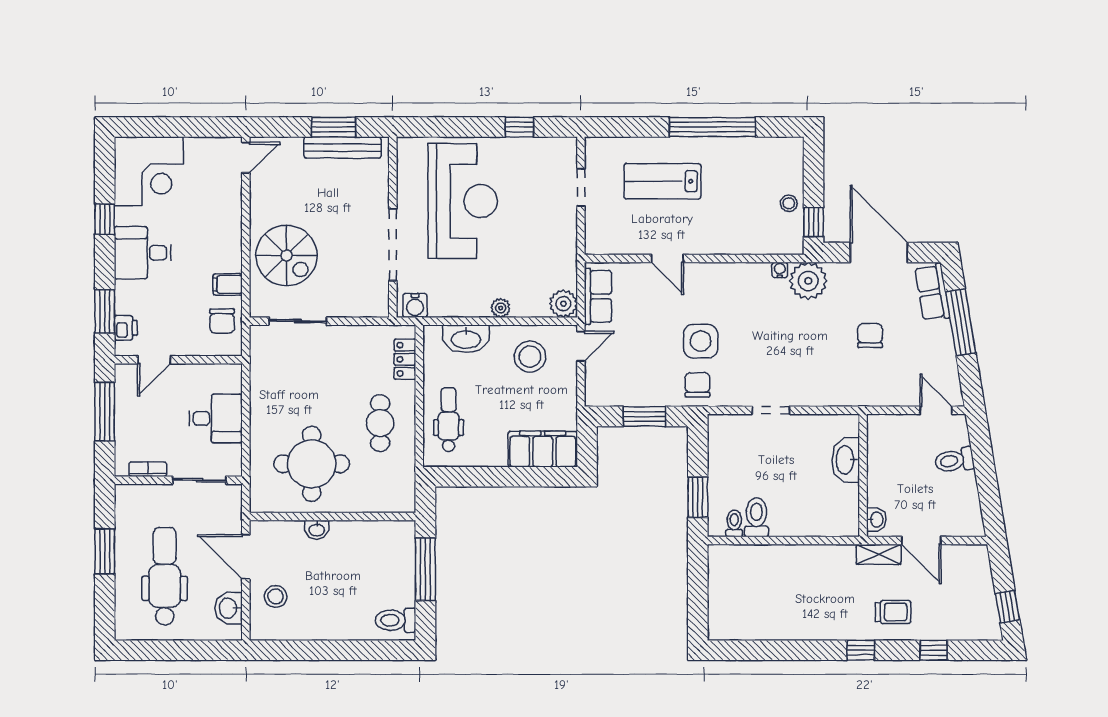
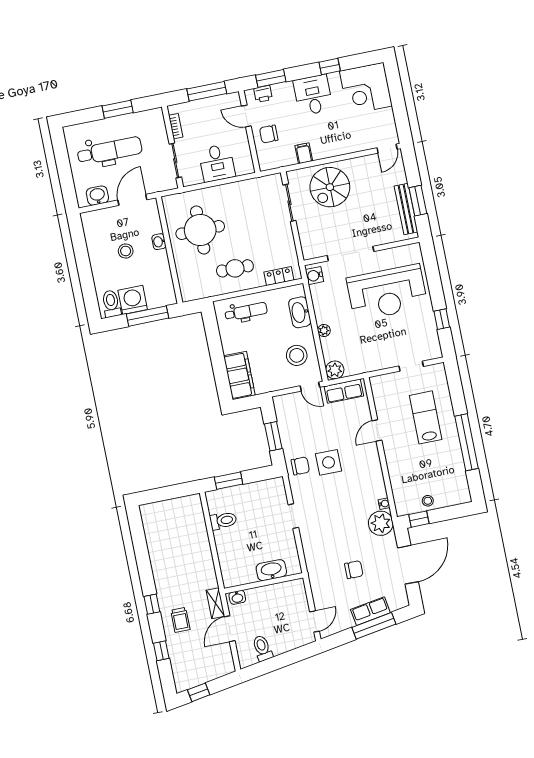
door: (246, 158) -> (387, 149), hinge flipped
row of seats: (932, 292) -> (370, 611), moved
chair: (222, 321) -> (269, 134), moved
toilet: (954, 460) -> (262, 648), moved
toilet: (734, 523) -> (217, 507), removed
washing machine: (396, 587) -> (133, 300), added
stool: (276, 596) -> (126, 251), moved

